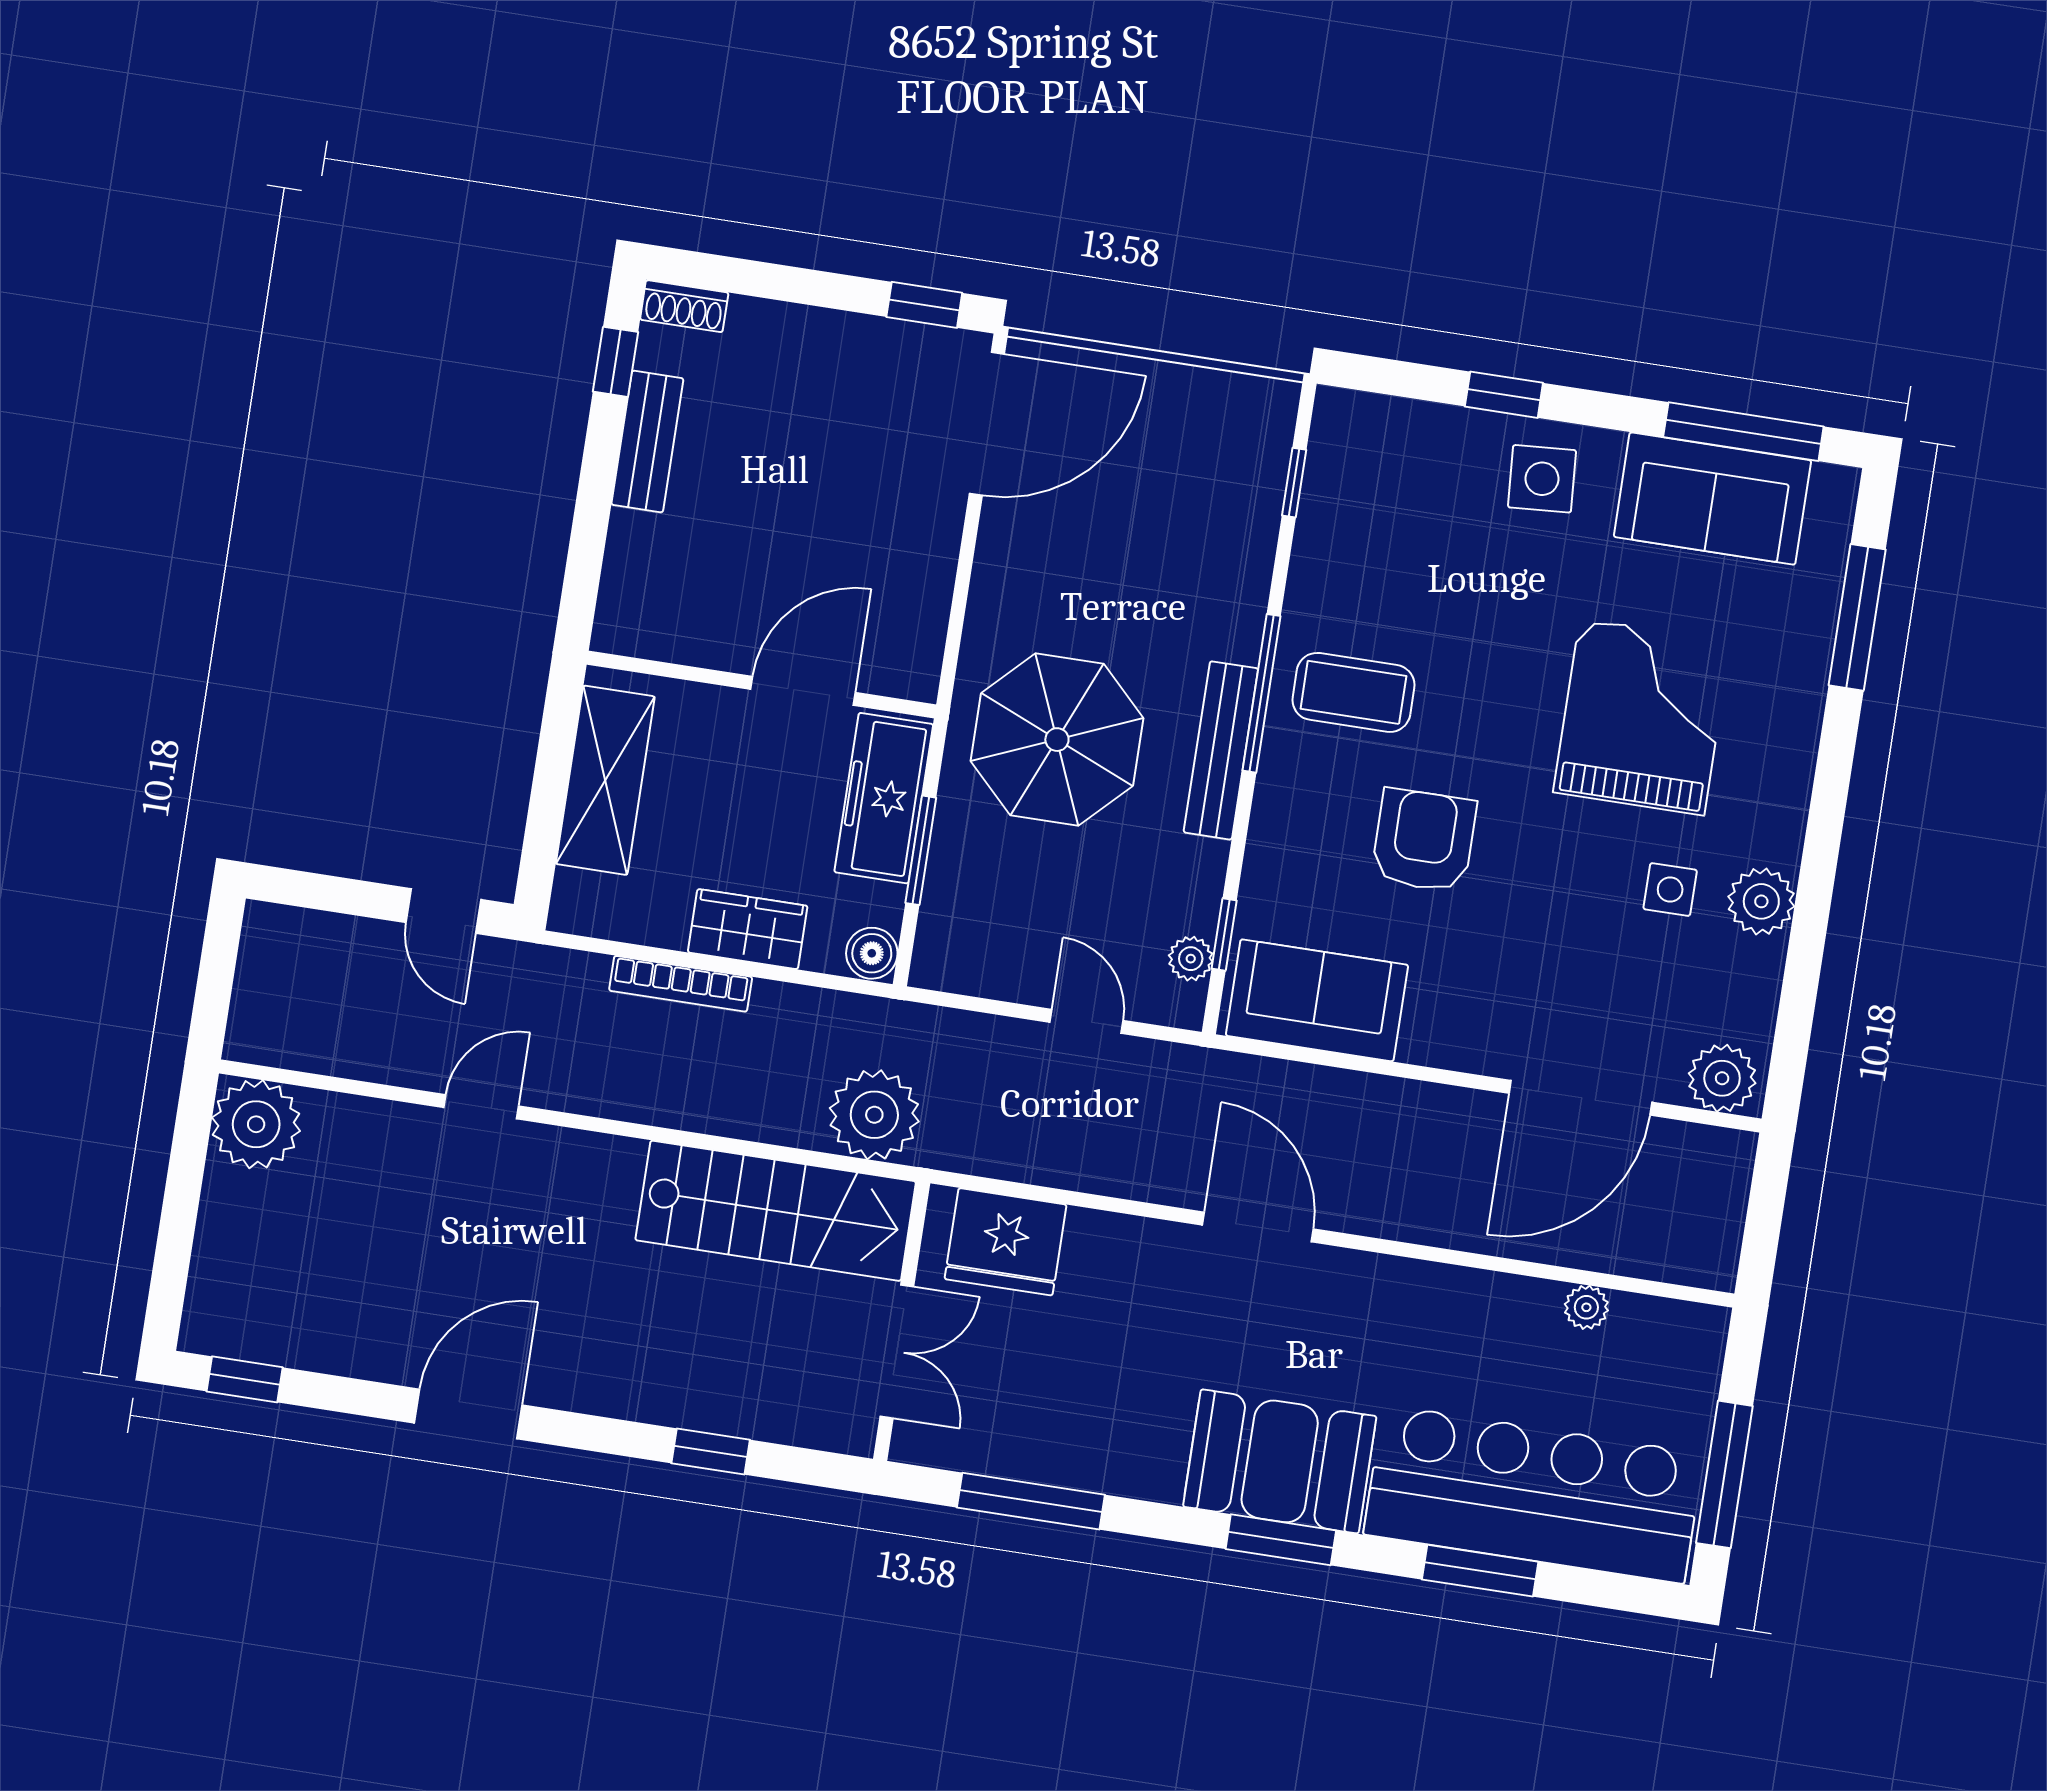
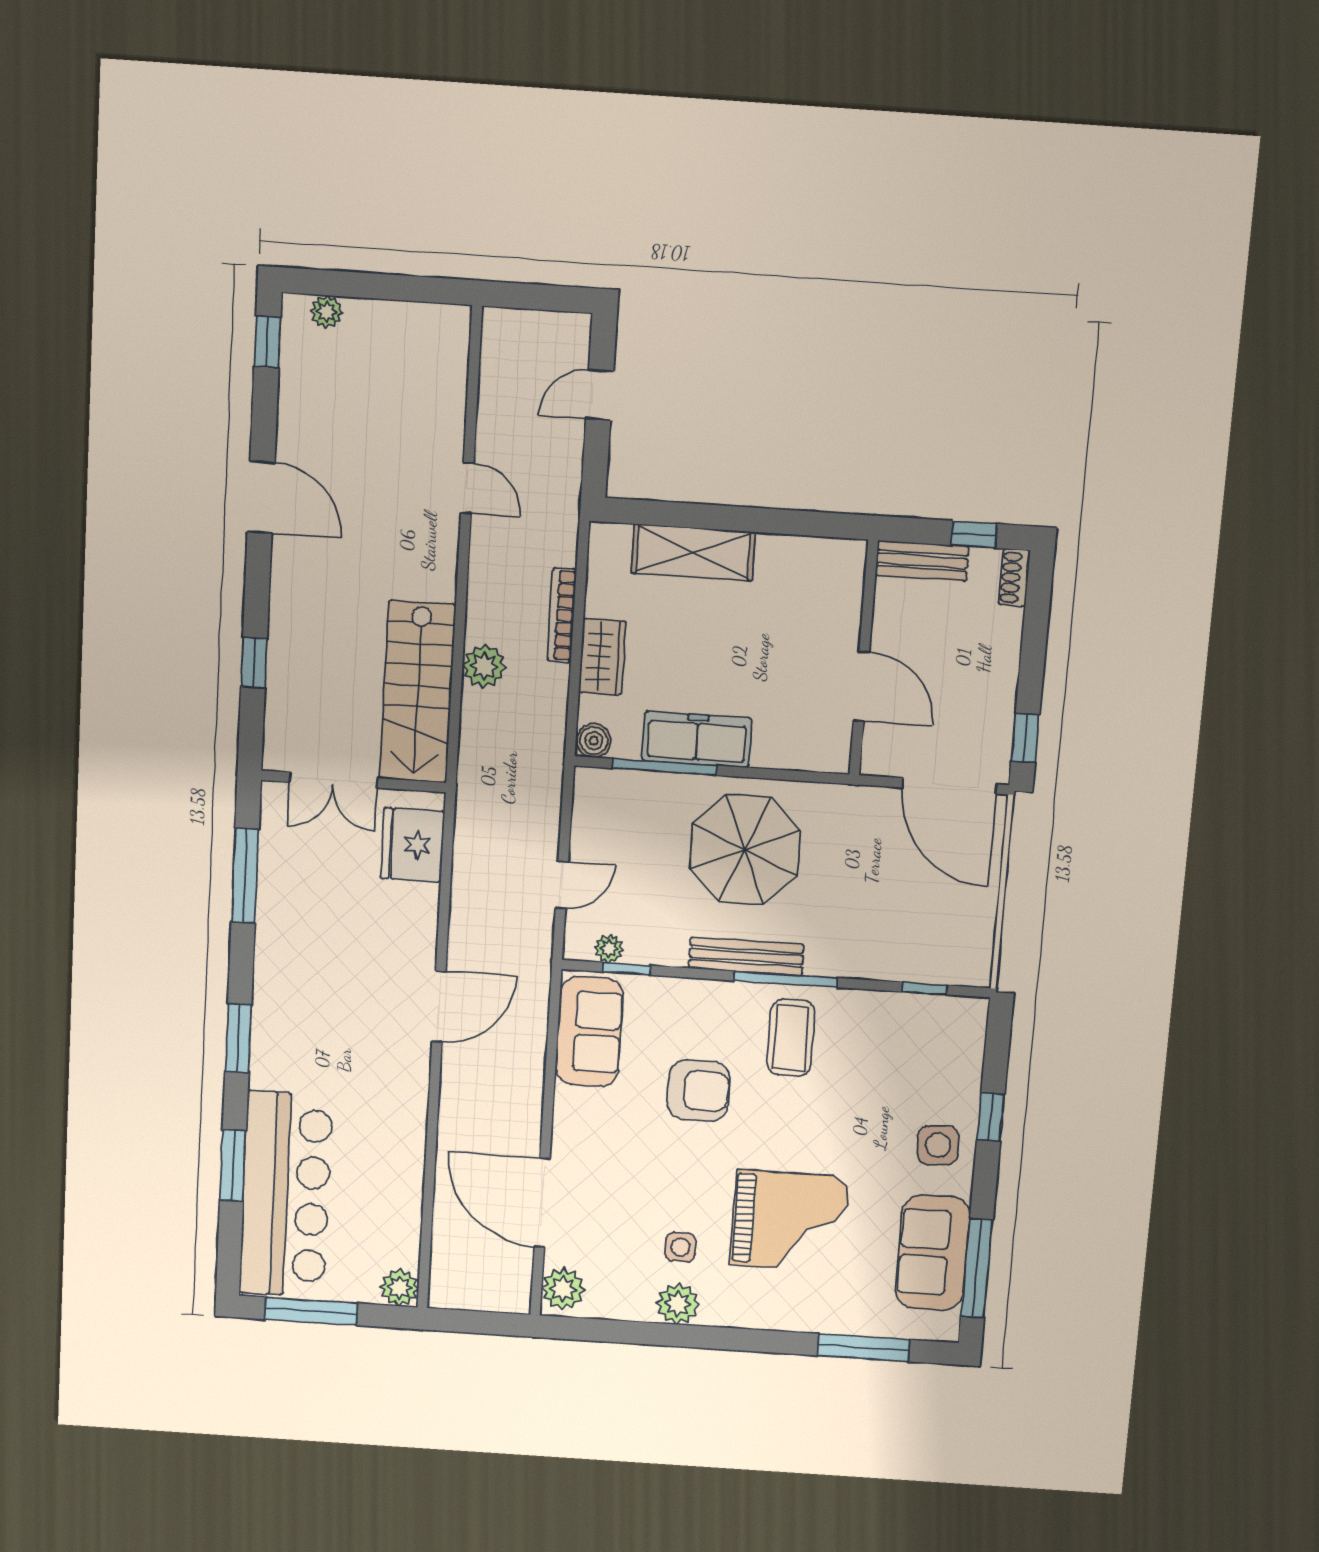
wall: (761, 684) -> (864, 658), moved
door: (803, 691) -> (861, 686), moved
window: (921, 850) -> (664, 767), width x1.44
door: (443, 911) -> (600, 395), moved
plant: (874, 1115) -> (484, 666), moved, width x0.73, depth x0.73
plant: (256, 1124) -> (327, 312), moved, width x0.53, depth x0.53
plant: (1586, 1307) -> (399, 1288), moved, width x1.38, depth x1.38
booth: (1280, 1461) -> (289, 1033), removed

